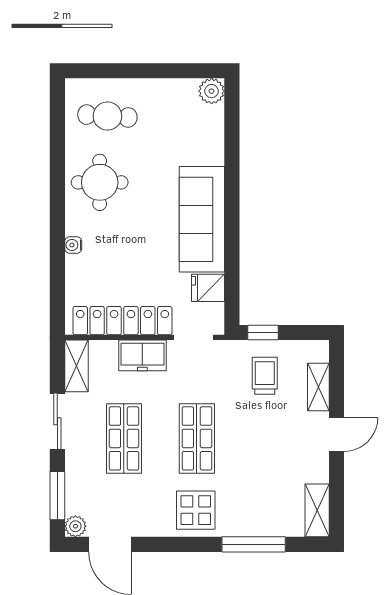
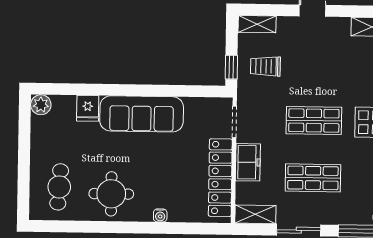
fridge: (208, 288) -> (88, 108), moved
shelving: (318, 387) -> (257, 24), moved

